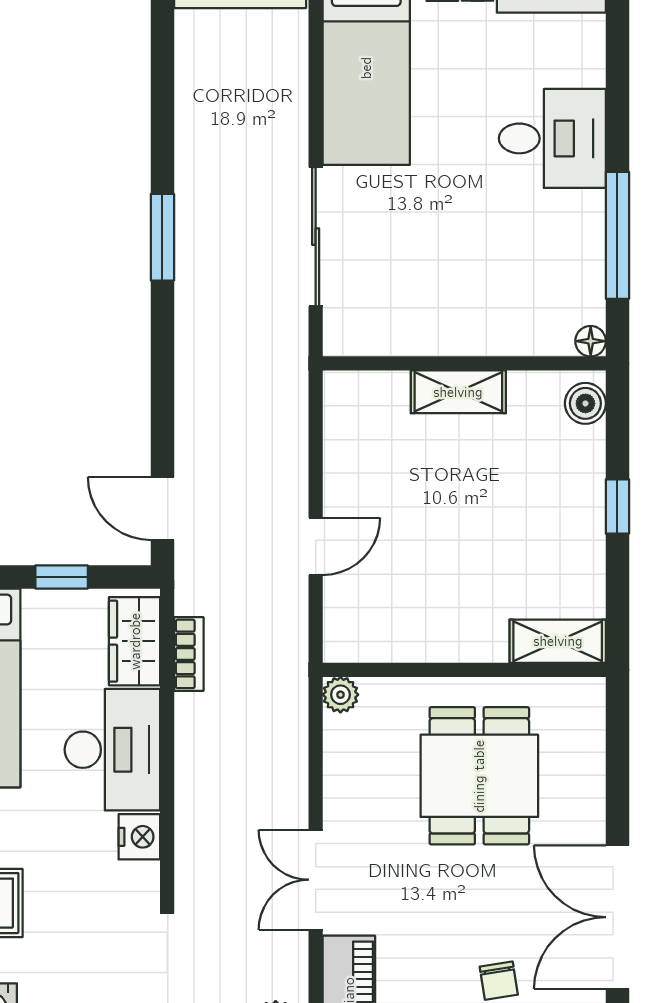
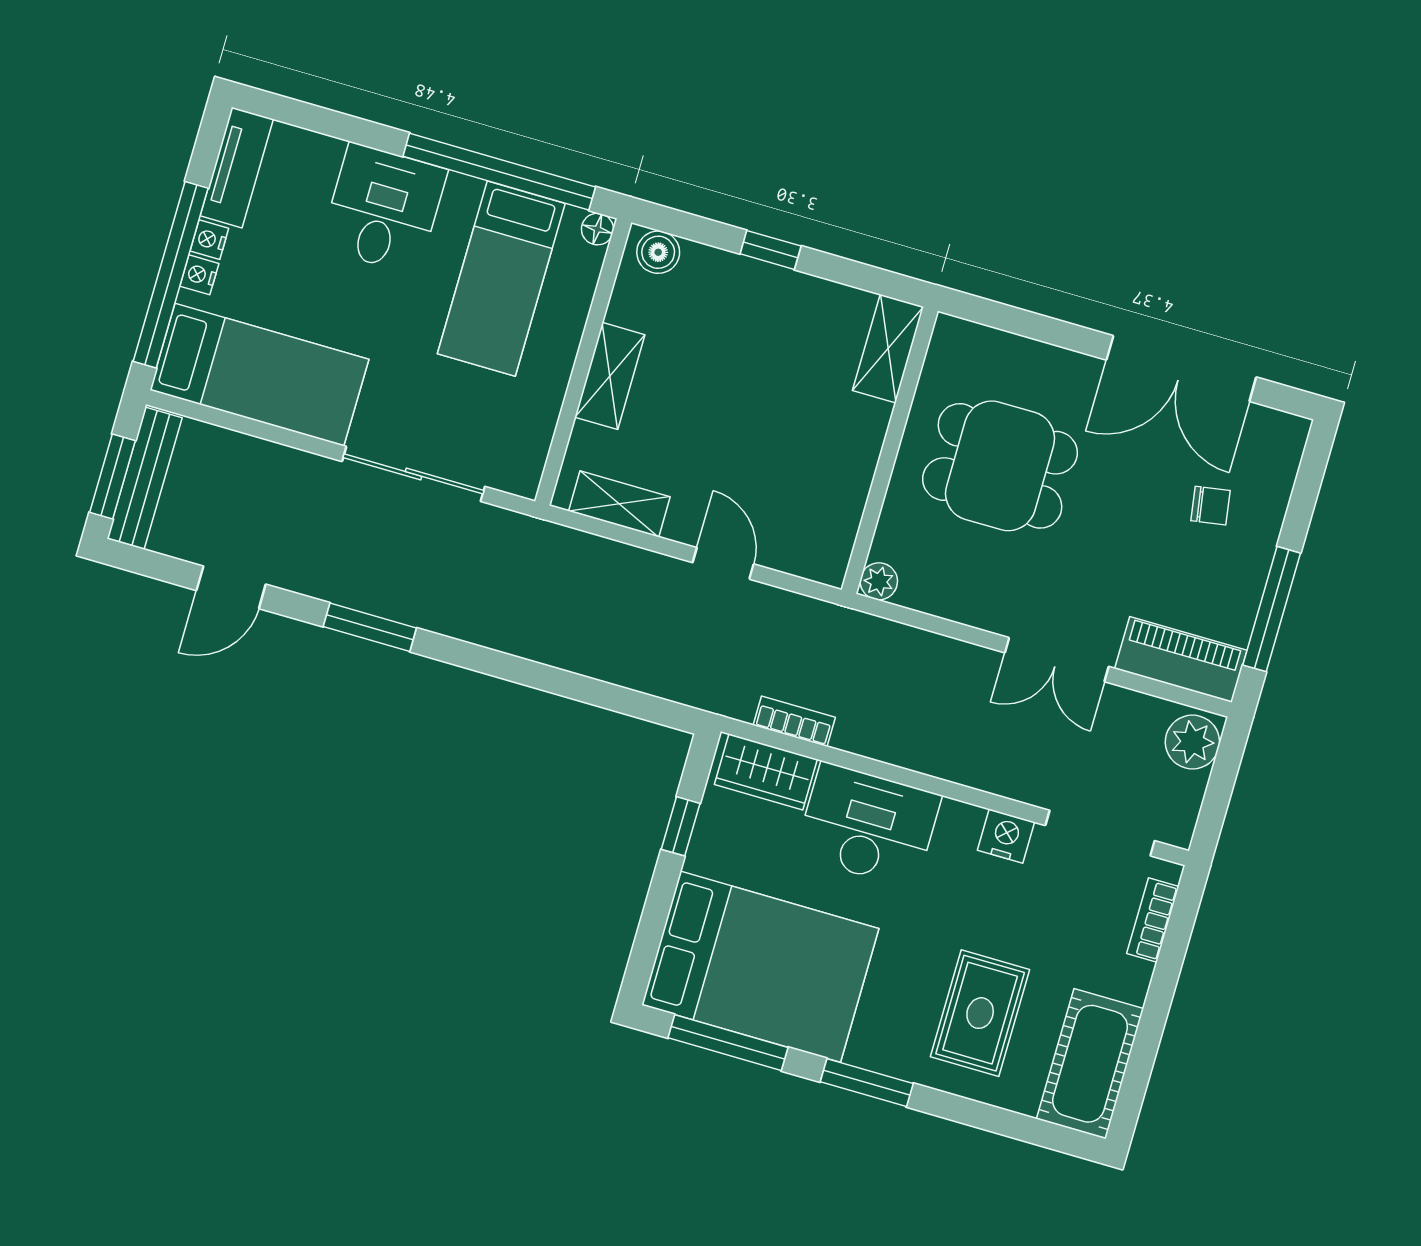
window: (617, 235) -> (499, 172), width x1.46
bed: (519, 266) -> (501, 279), added
shelving: (343, 435) -> (619, 504), added
door: (162, 508) -> (231, 587), moved
nightstand: (139, 837) -> (1006, 836), moved

